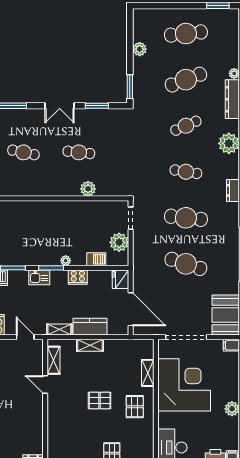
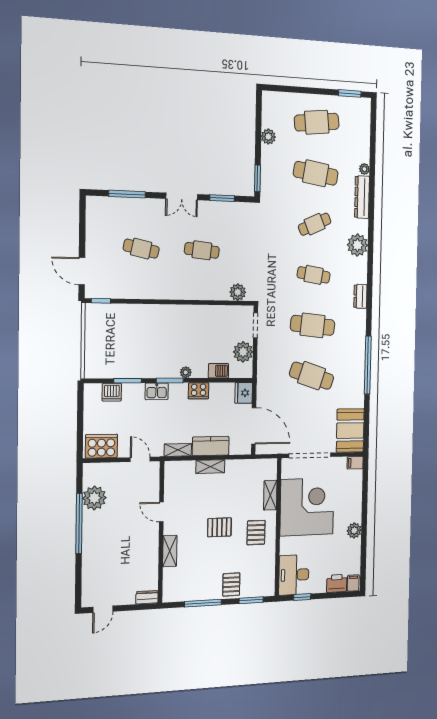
cafe table: (186, 80) -> (316, 173), turned 30
plant: (88, 189) -> (238, 292), moved
shelving: (53, 360) -> (170, 551), moved

